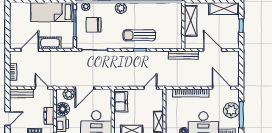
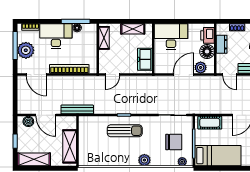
cot: (50, 43) -> (210, 123), moved
boiler: (229, 44) -> (28, 121), added

